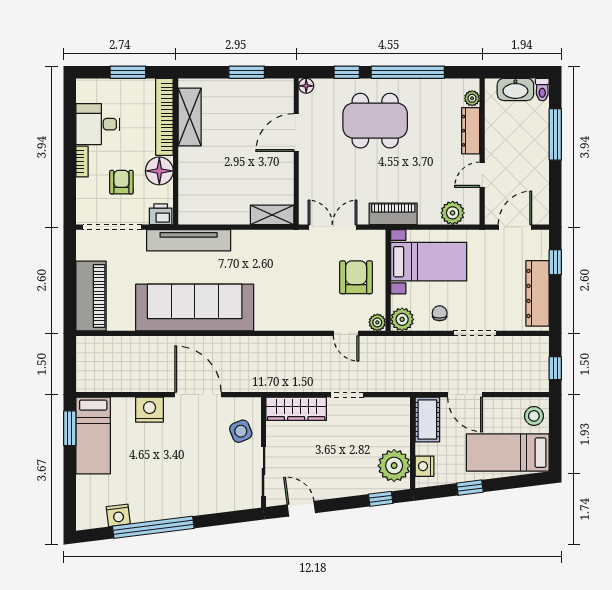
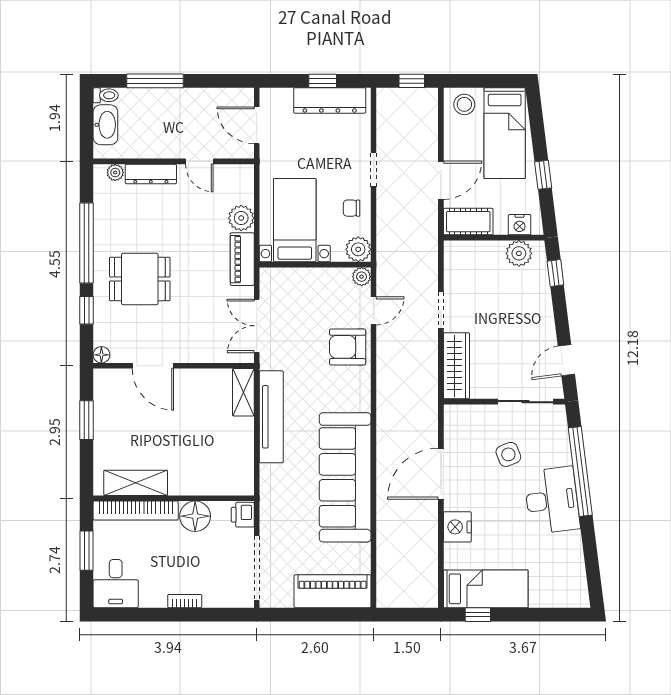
dining table: (375, 121) -> (140, 279), width x0.73
desk: (98, 124) -> (116, 584), moved
armchair: (121, 182) -> (207, 558), removed
plant: (453, 213) -> (241, 218), moved
tv unit: (189, 240) -> (271, 417), moved
window: (555, 262) -> (323, 81), moved
armchair: (356, 277) -> (348, 347), moved
doorway: (475, 333) -> (374, 170), width x0.73
window: (70, 428) -> (478, 615), width x0.67
side table: (241, 431) -> (508, 454), moved
plant: (394, 466) -> (519, 253), width x0.73, depth x0.73
desk: (174, 496) -> (552, 500), added
nightstand: (118, 515) -> (574, 561), removed
window: (153, 527) -> (580, 472), moved

